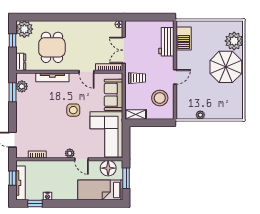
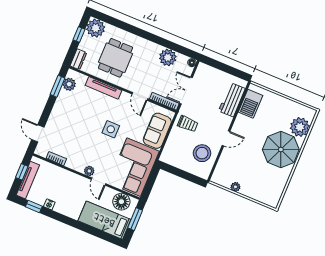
plant: (96, 28) -> (168, 57), added
shelving: (136, 115) -> (171, 160), removed

